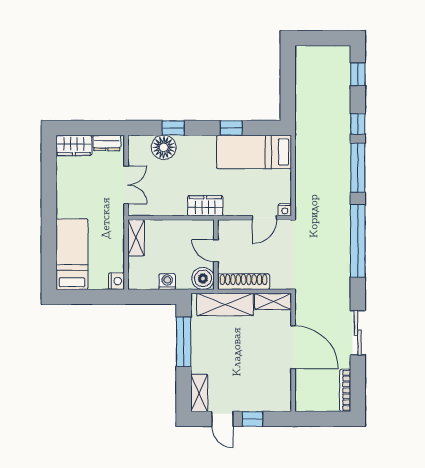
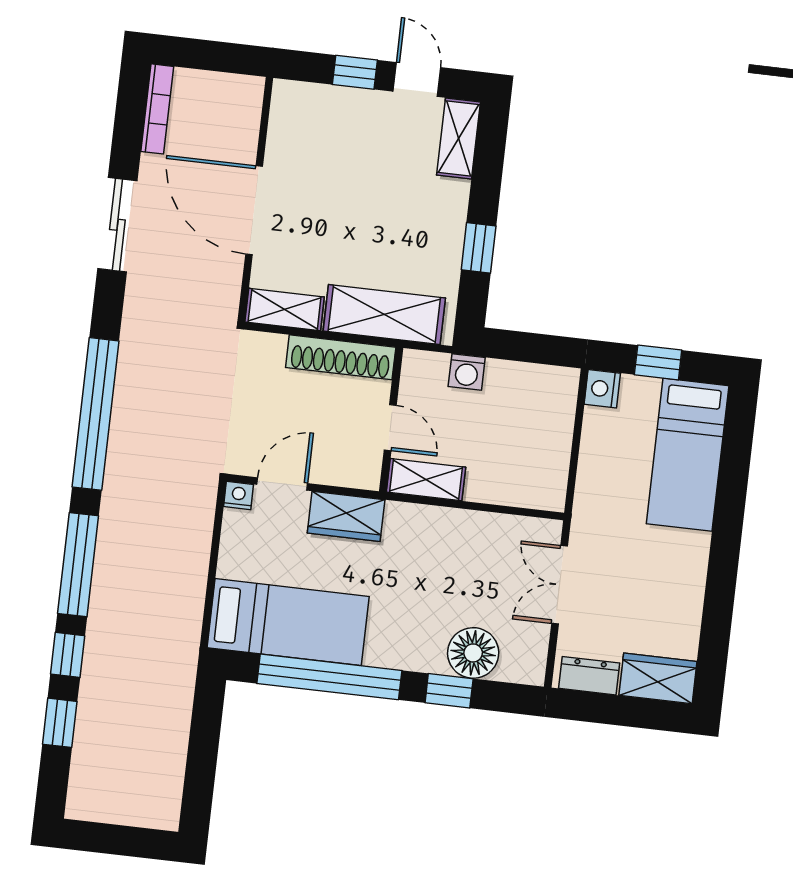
window: (358, 74) -> (60, 723), moved
window: (231, 128) -> (329, 677), width x3.17
wardrobe: (205, 206) -> (346, 516), moved
shelving: (136, 238) -> (426, 480), moved, turned 90
boiler: (203, 278) -> (423, 374), removed
washing machine: (167, 282) -> (467, 372), moved
window: (91, 297) -> (658, 362), added
window: (184, 342) -> (479, 248), width x0.46

